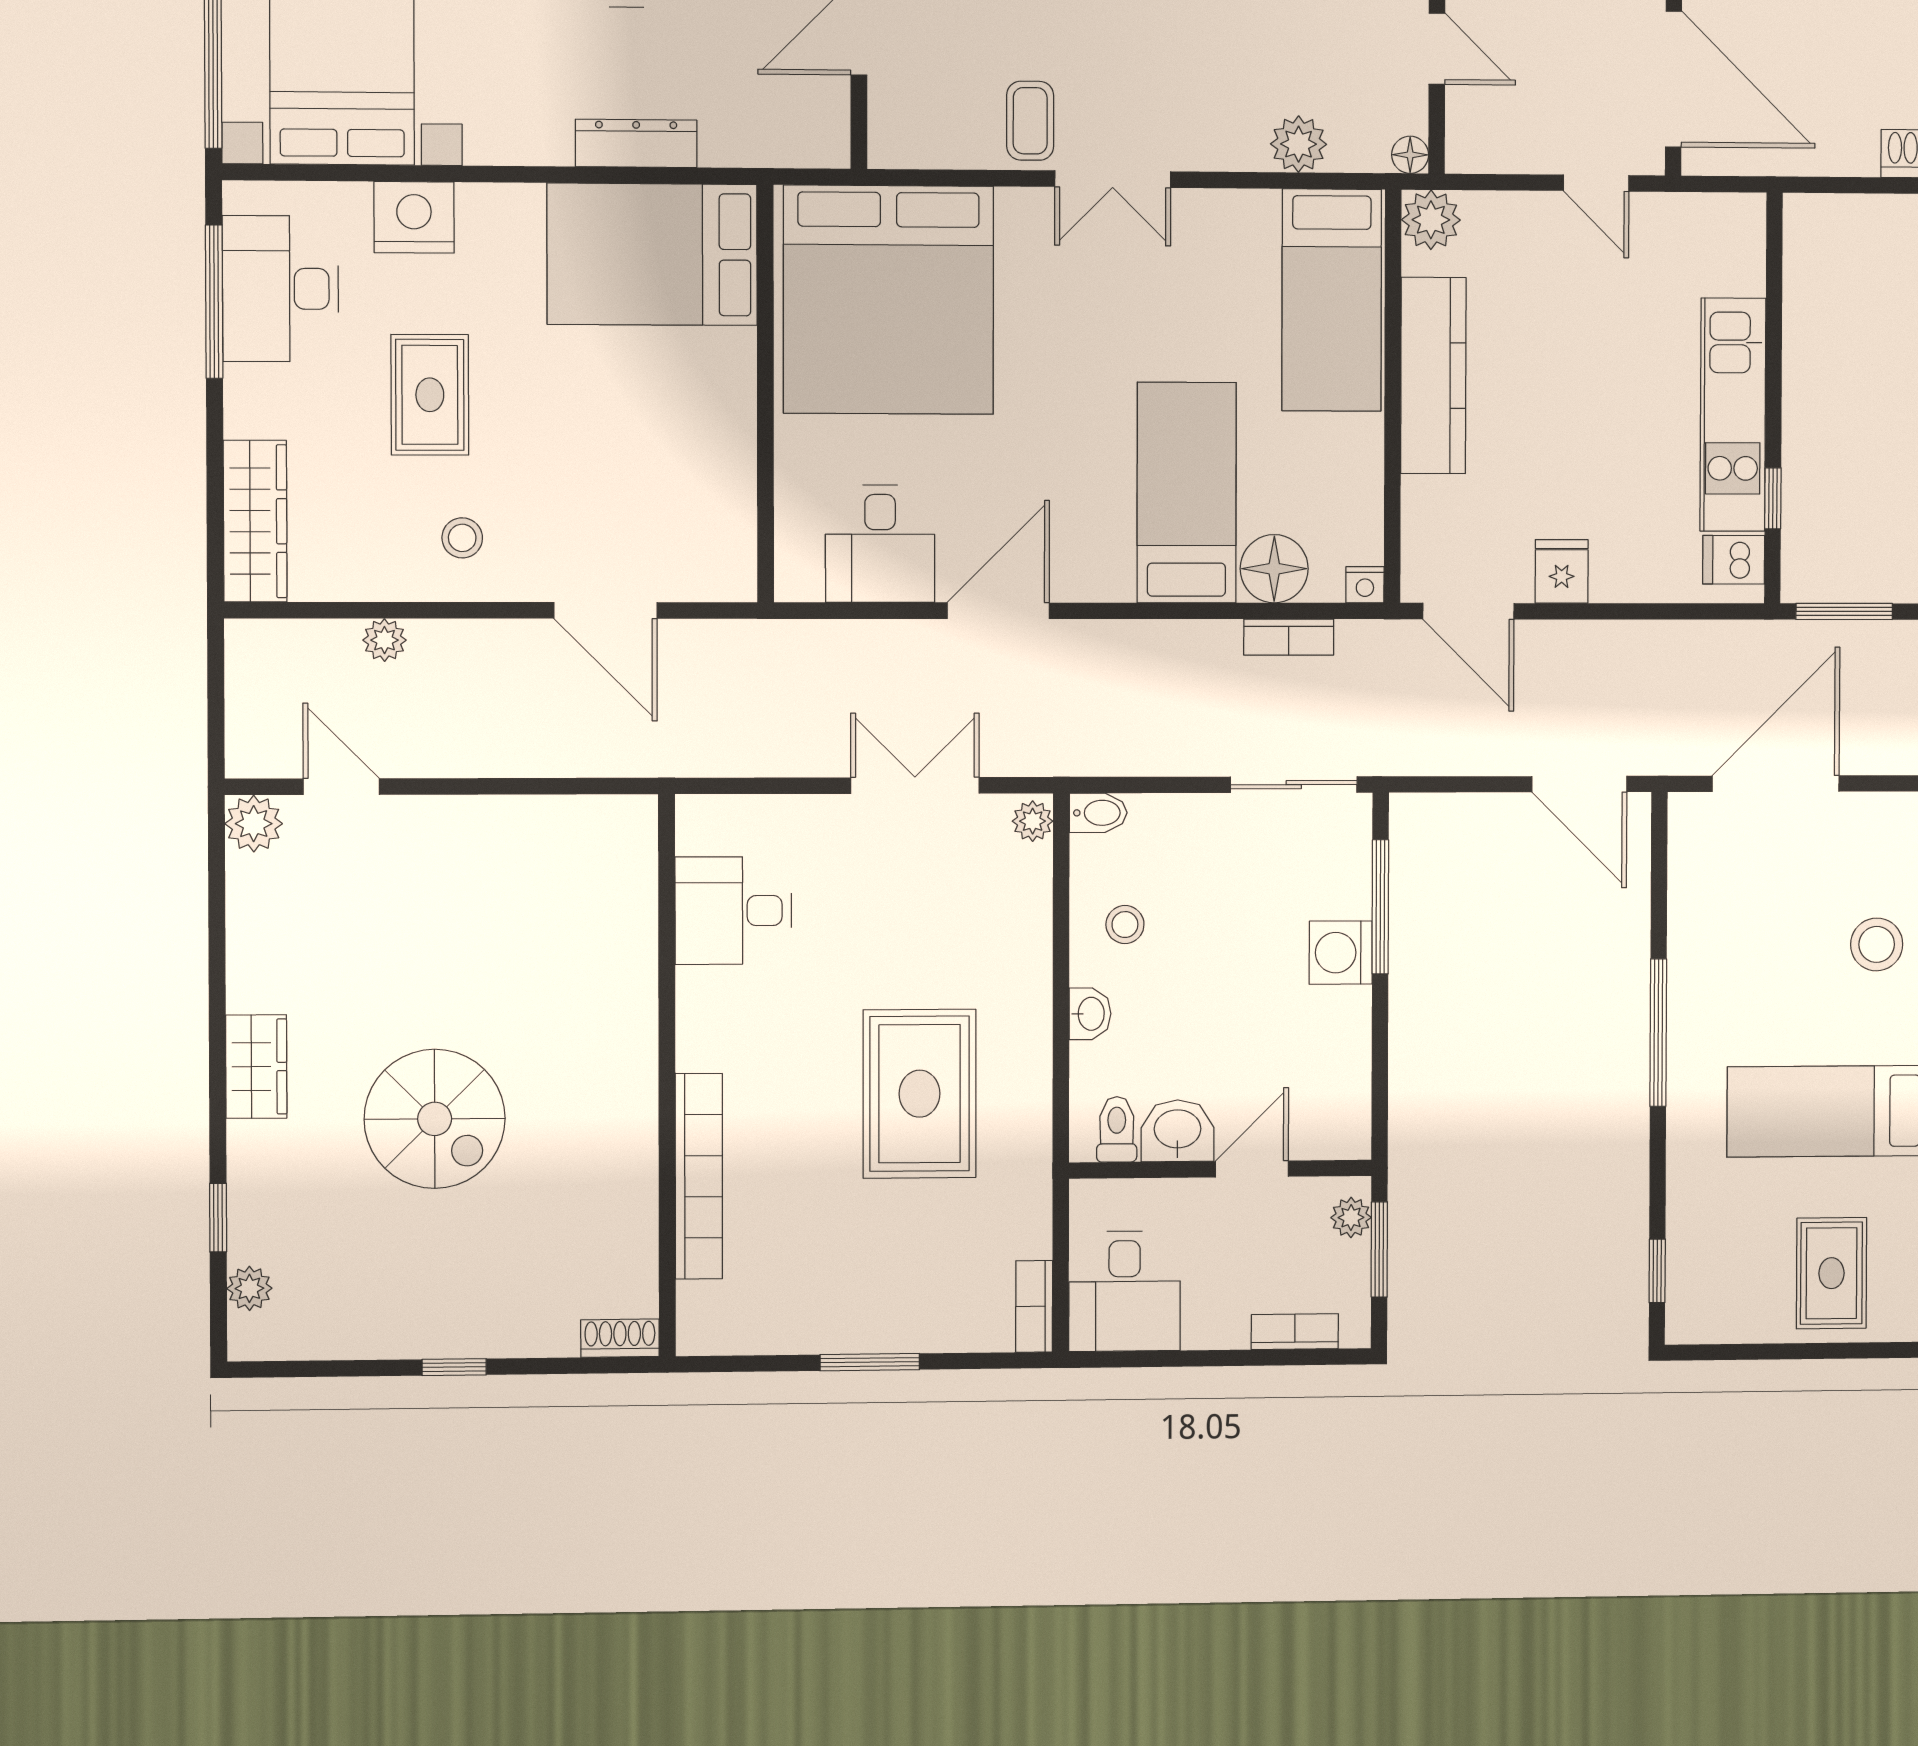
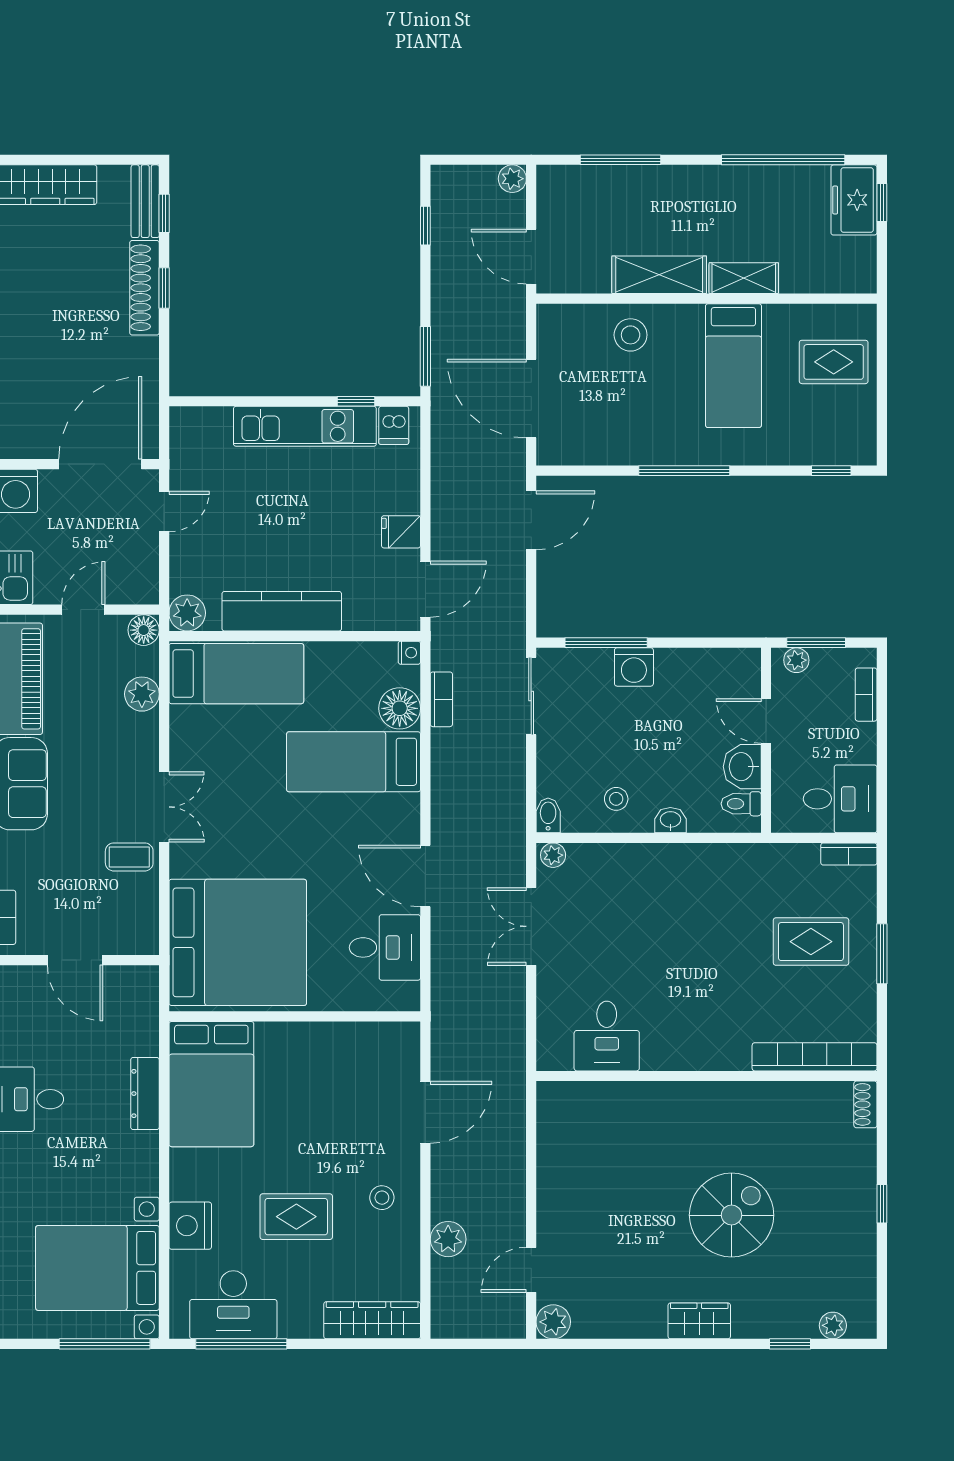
floor lamp: (1410, 155) -> (144, 630), width x1.37, depth x1.37
plant: (385, 640) -> (448, 1239), width x1.38, depth x1.38
rug: (919, 1094) -> (811, 942), moved, width x0.73, depth x0.70
bookcase: (699, 1176) -> (815, 1057), moved

